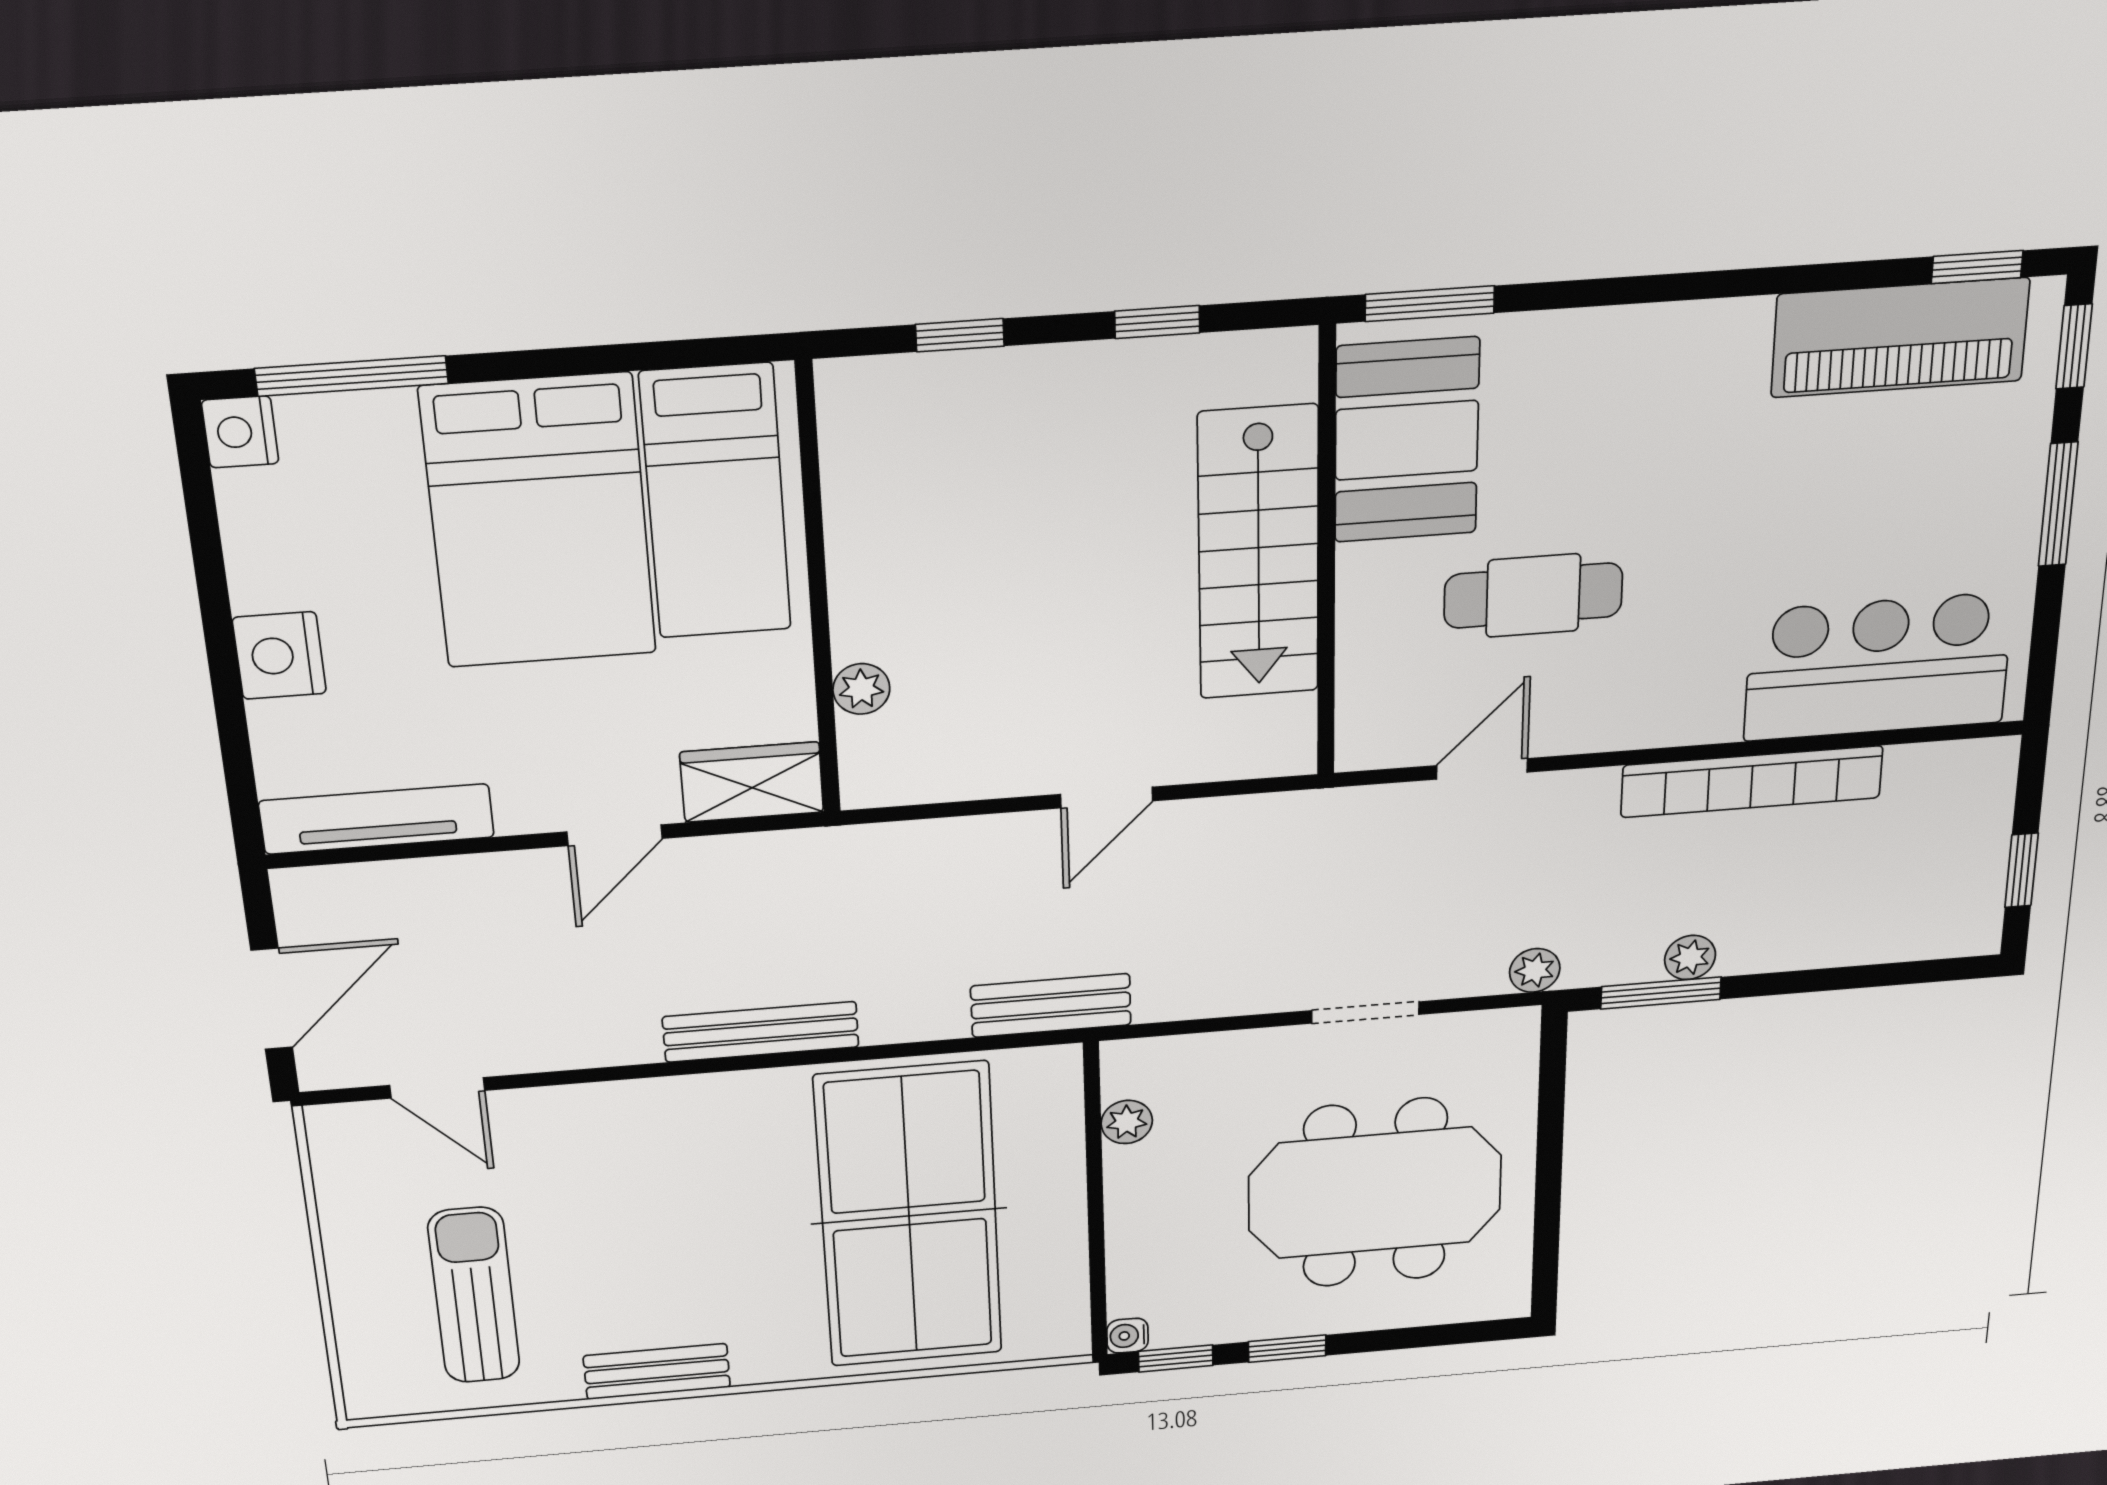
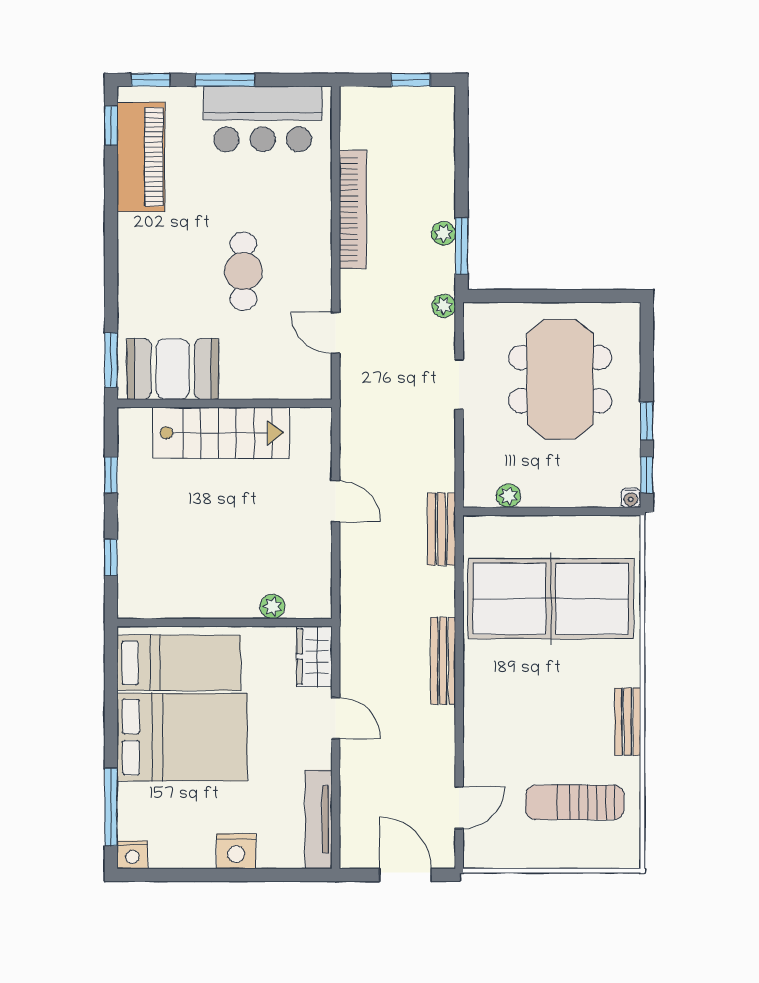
cafe table: (1533, 596) -> (243, 271), moved
bar counter: (1878, 667) -> (263, 119), moved, turned -90

